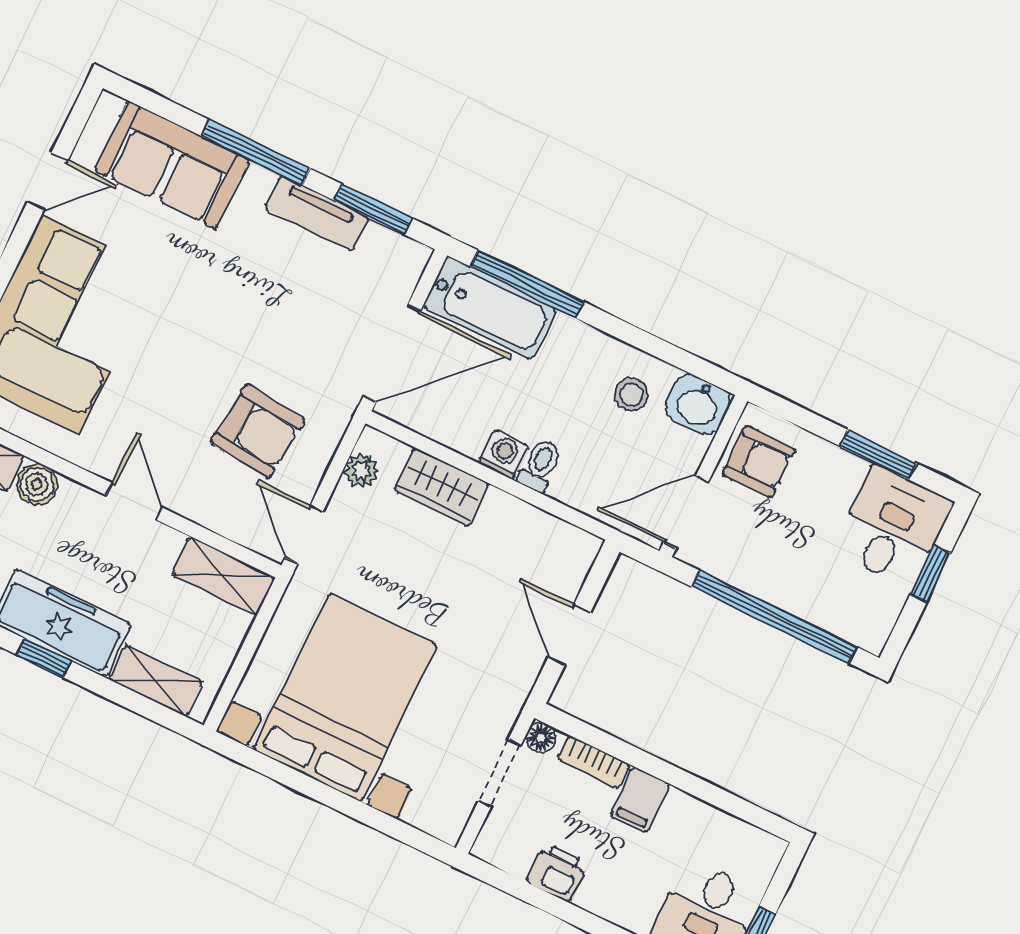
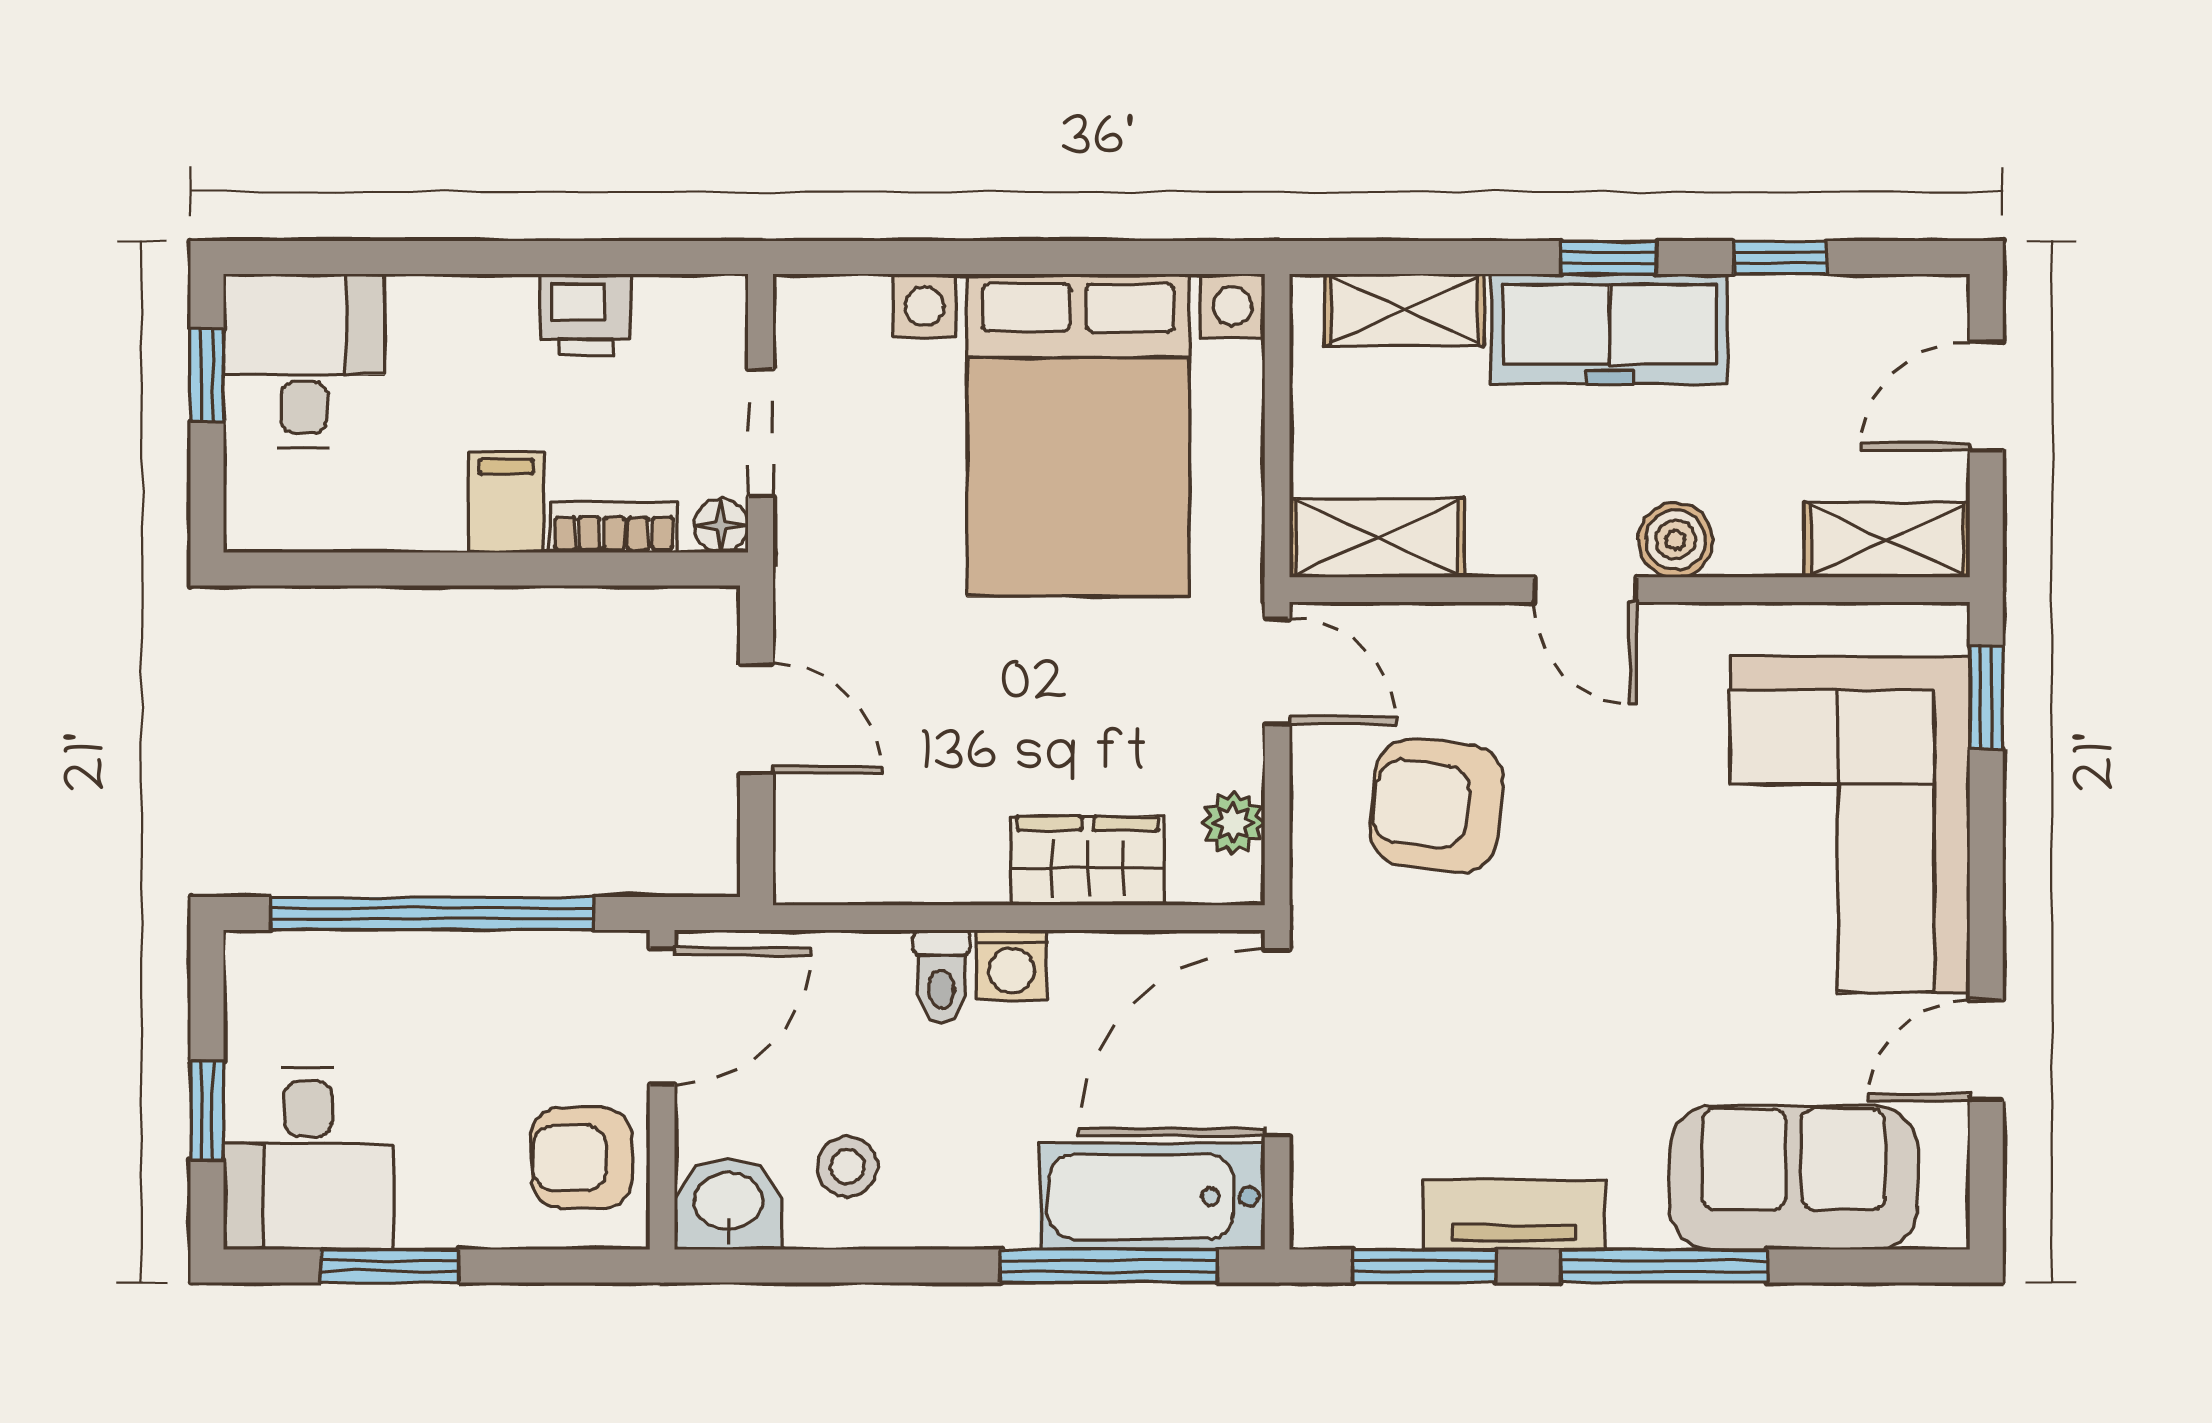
boiler: (37, 484) -> (1676, 540), moved

